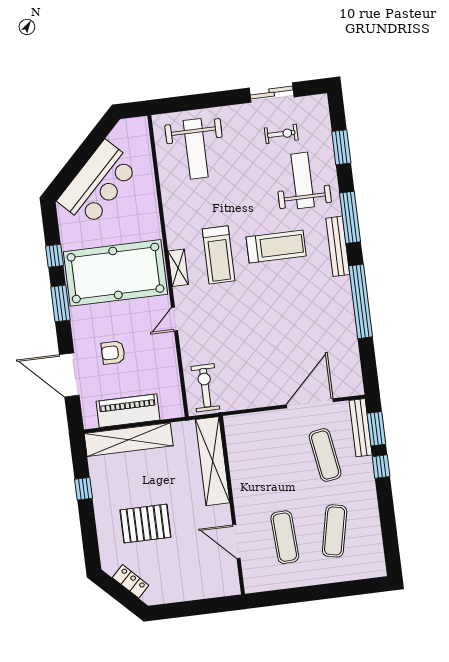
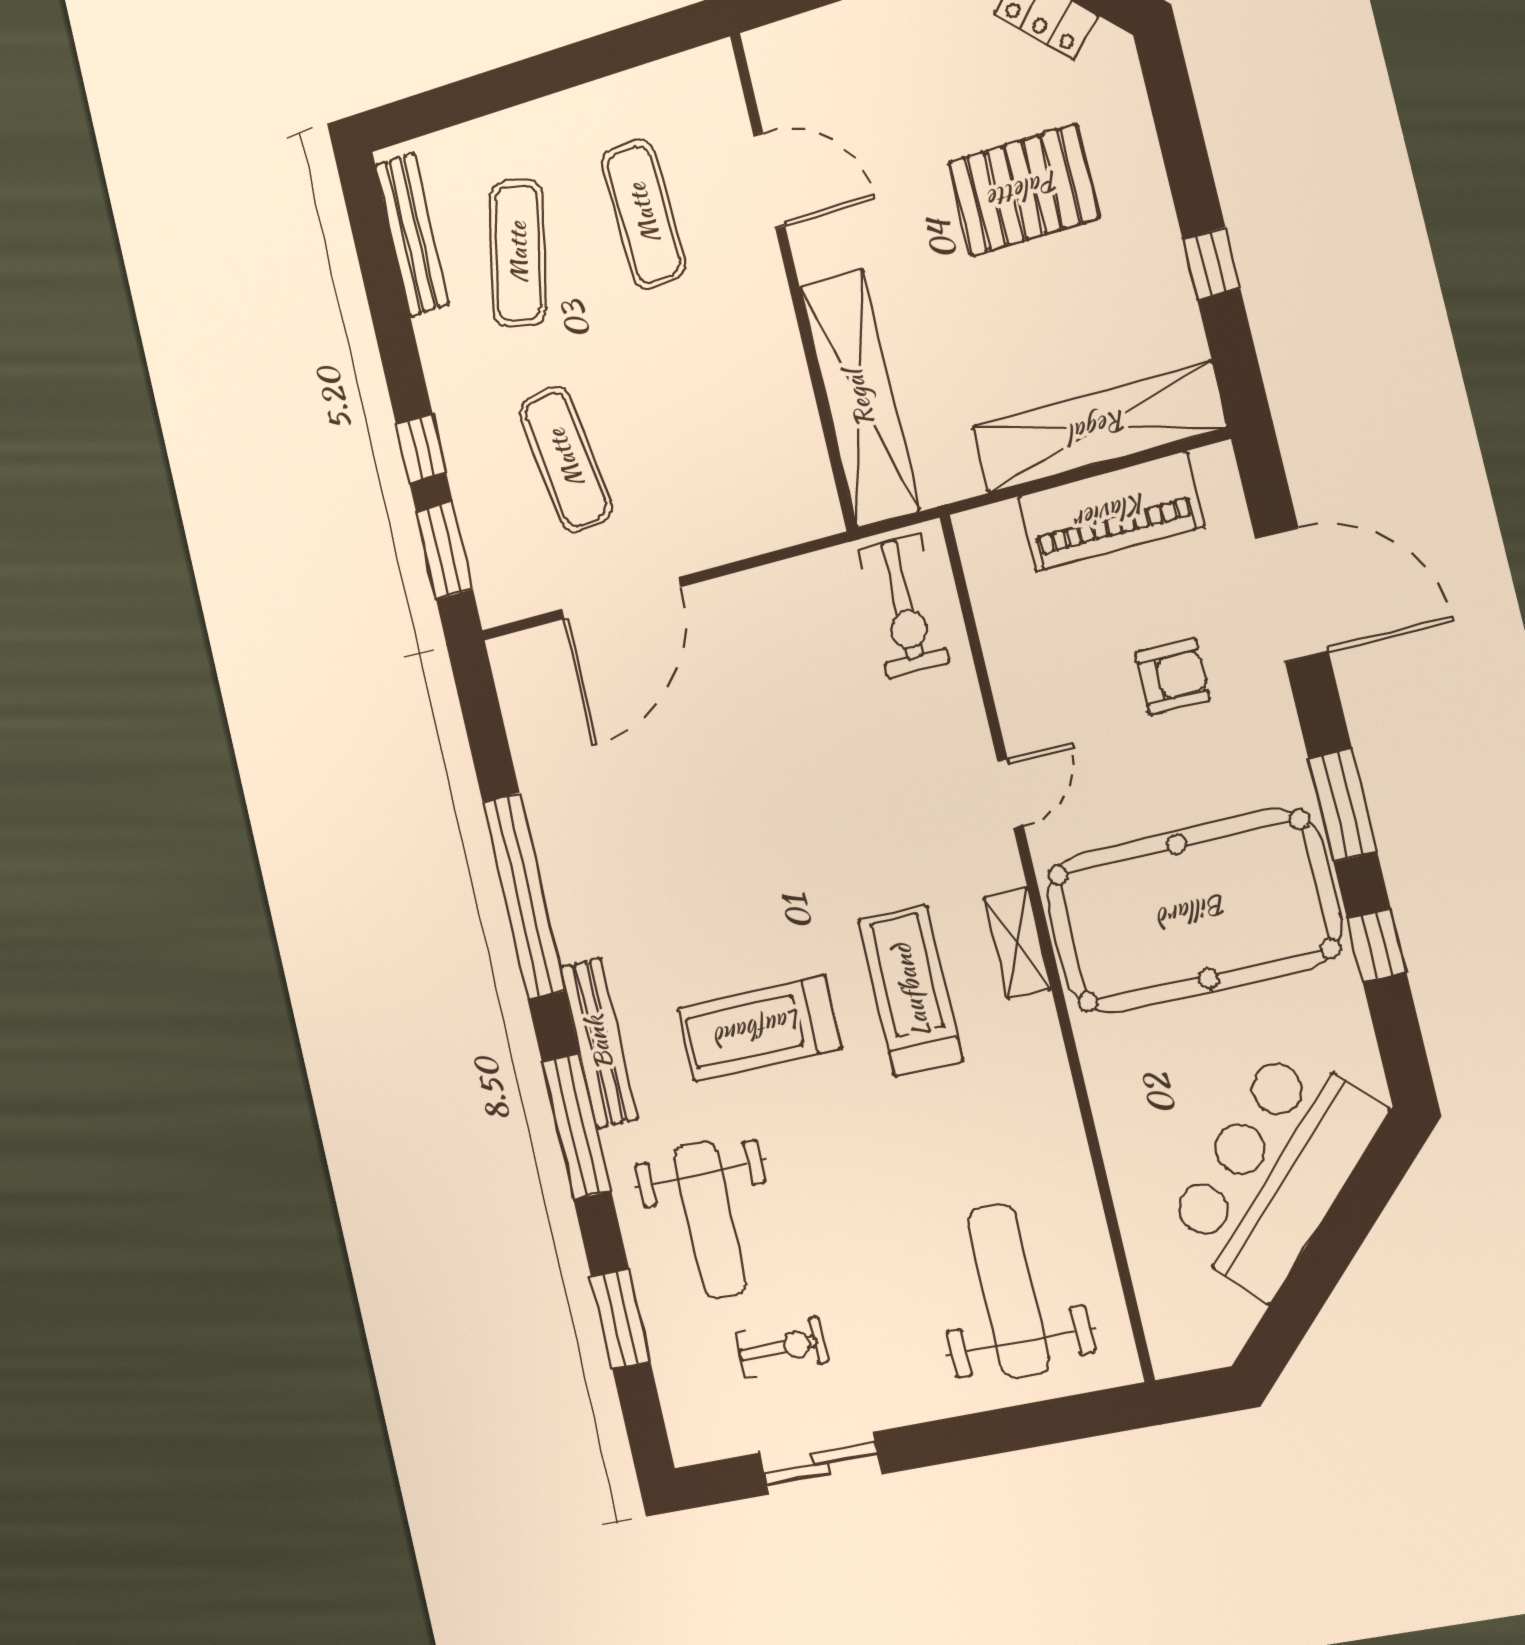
exercise bike: (281, 134) -> (782, 1347), turned 180
bench: (361, 428) -> (412, 235), moved

